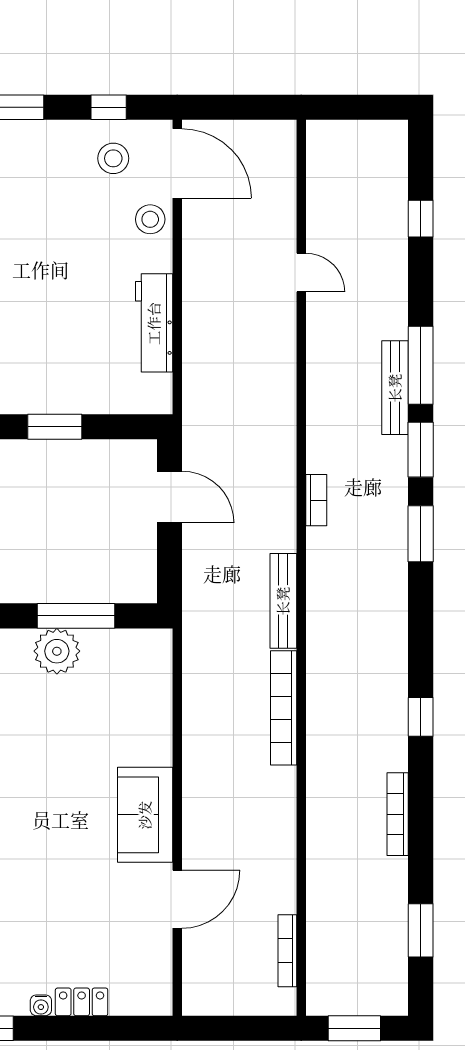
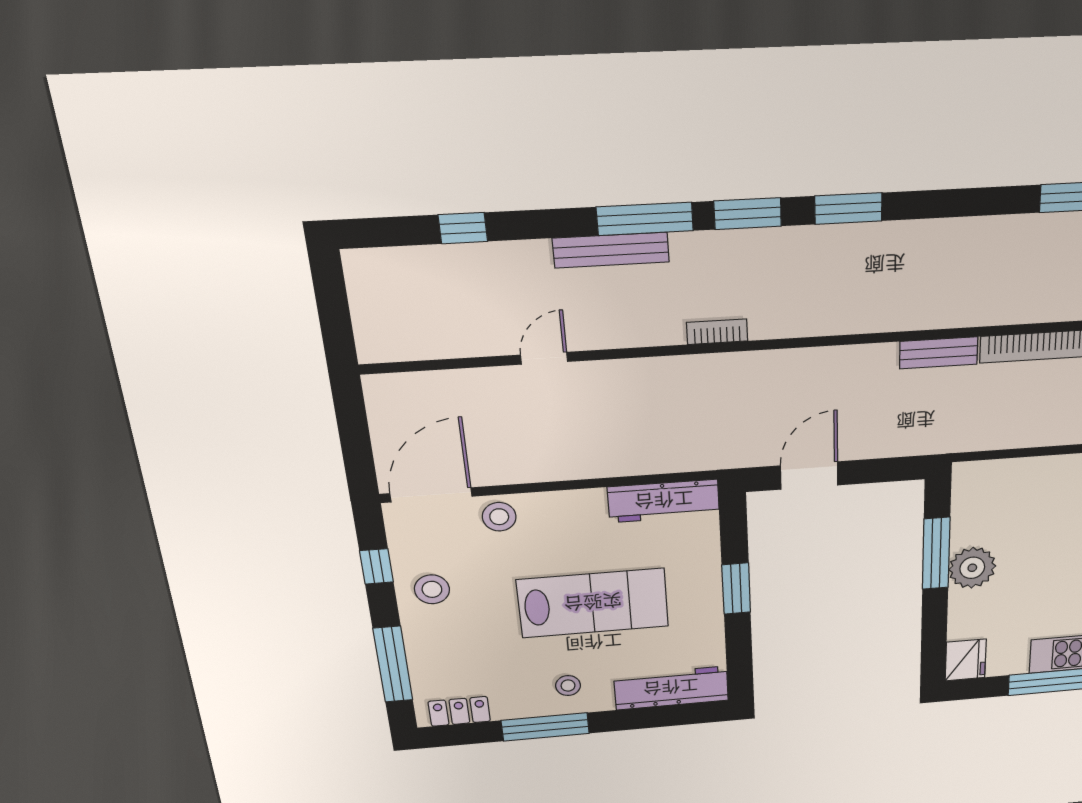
stool: (113, 158) -> (432, 589), moved
lab bench: (51, 294) -> (593, 603), added
workbench: (154, 323) -> (664, 501), moved
bench: (395, 388) -> (611, 250), moved
bookcase: (316, 500) -> (717, 332), moved
bench: (283, 601) -> (939, 353), width x0.73

